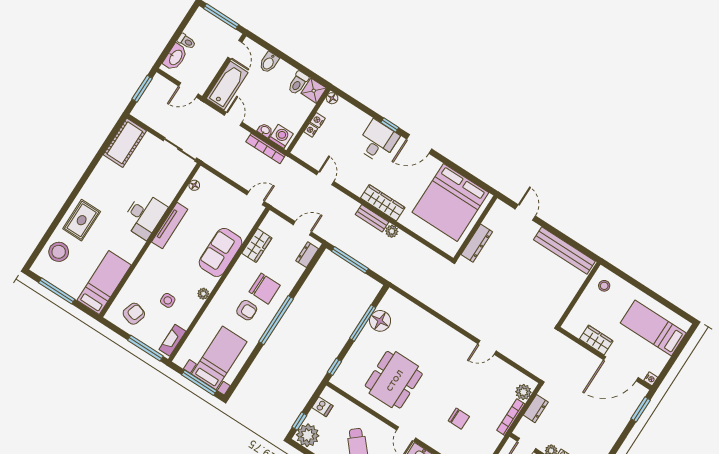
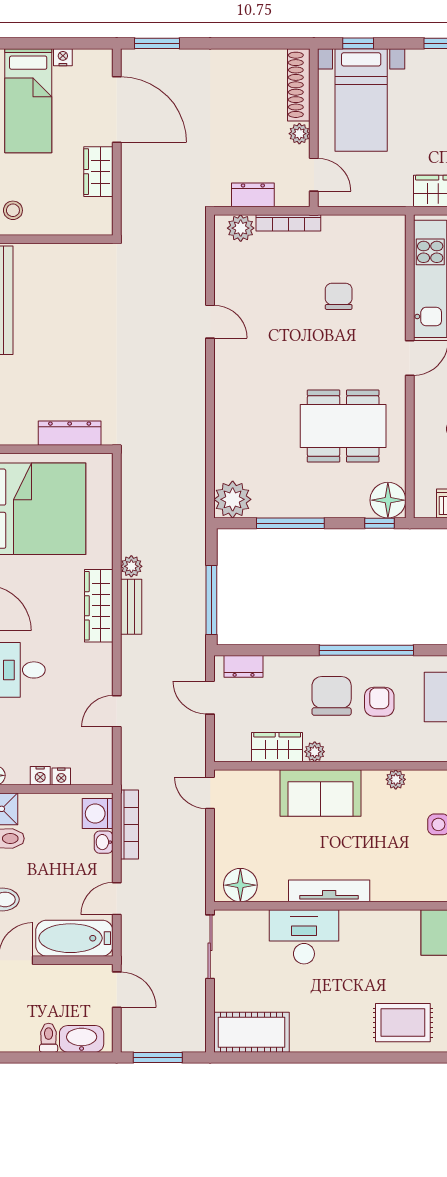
floor lamp: (194, 185) -> (240, 885), width x1.89, depth x1.89
desk: (144, 215) -> (304, 937), moved
plant: (243, 263) -> (315, 752), added
plant: (393, 302) -> (233, 499), added
floor lamp: (380, 321) -> (388, 500), moved
nightstand: (651, 379) -> (63, 57), moved

